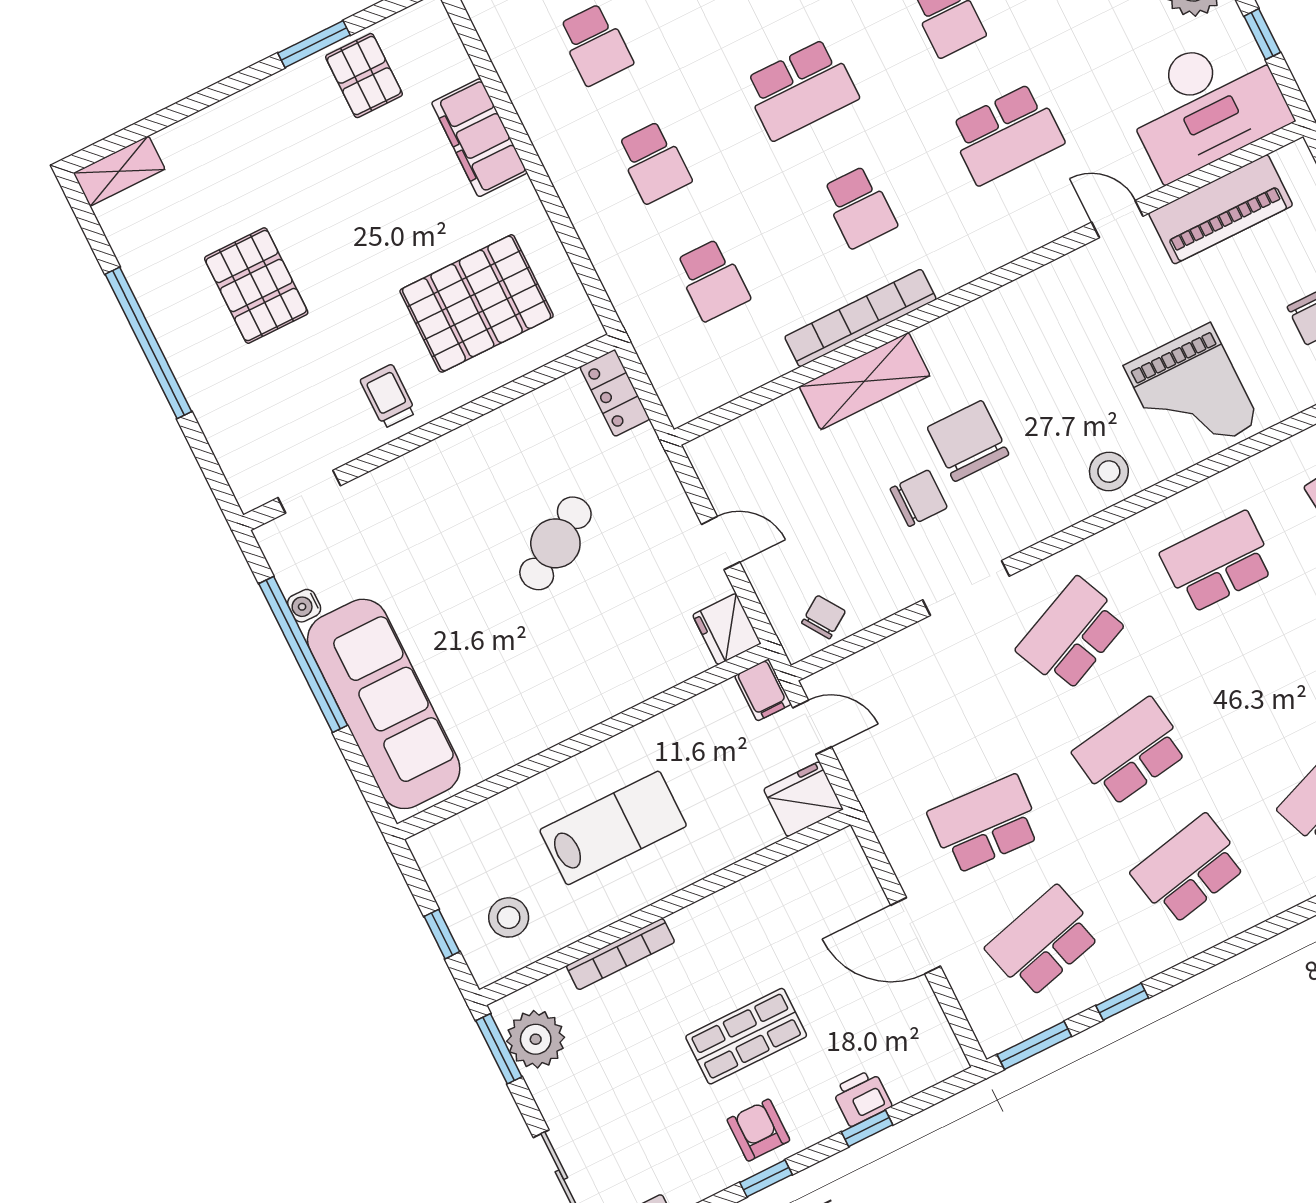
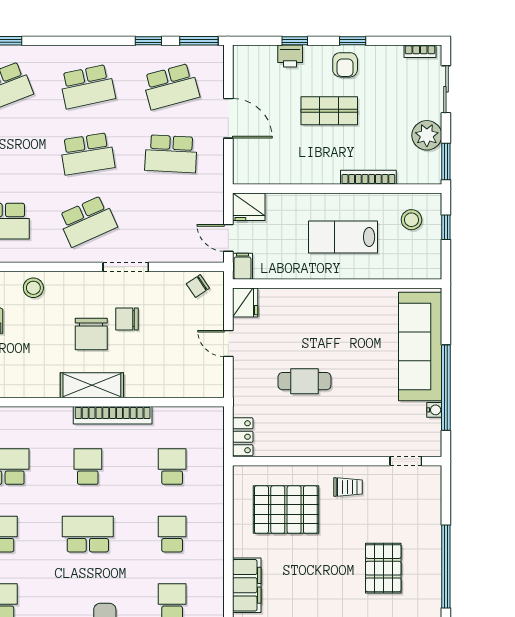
shelving: (865, 381) -> (92, 385), moved
trolley: (388, 396) -> (348, 487), turned -90
cafe table: (555, 543) -> (304, 381), turned 32
plant: (536, 1039) -> (427, 135), moved

